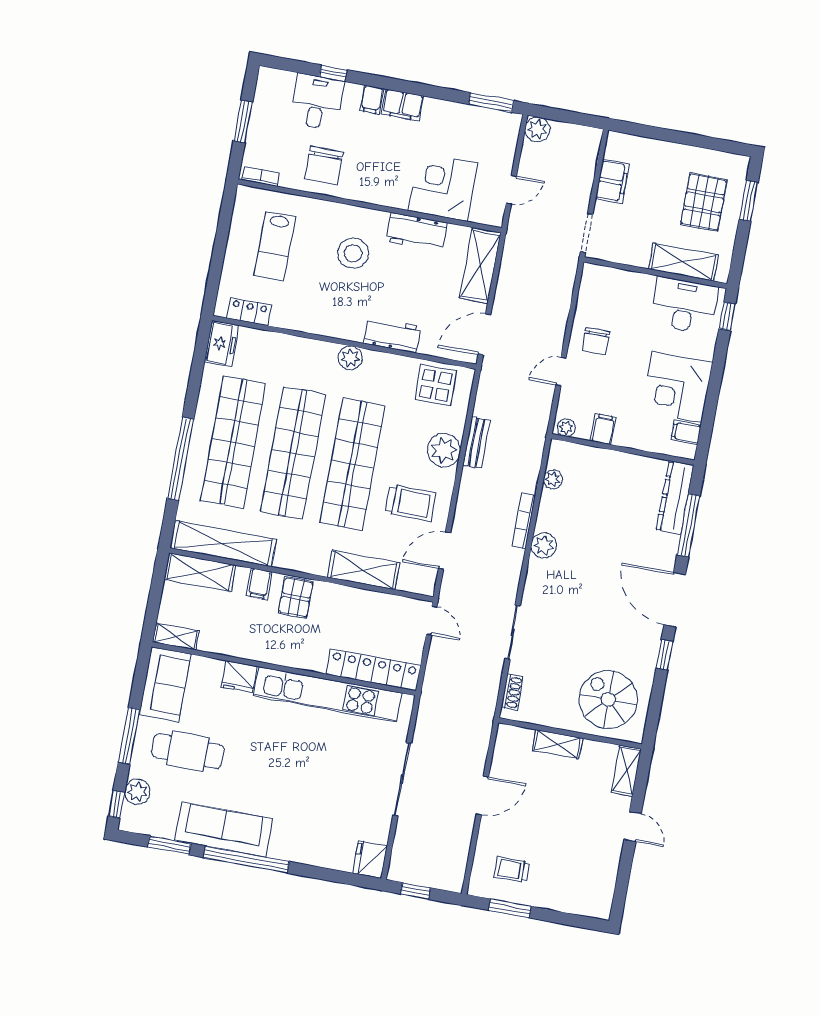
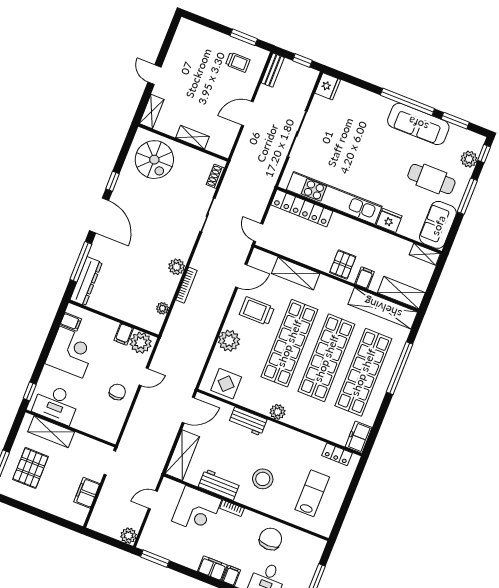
bookcase: (261, 176) -> (232, 508), moved
plant: (566, 428) -> (141, 343), width x1.88, depth x1.88
bench: (476, 443) -> (273, 70), moved

